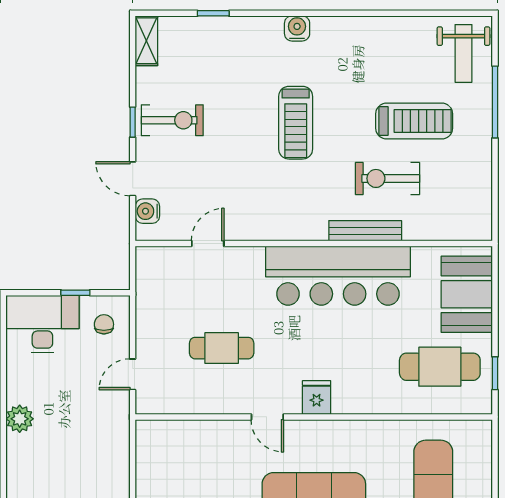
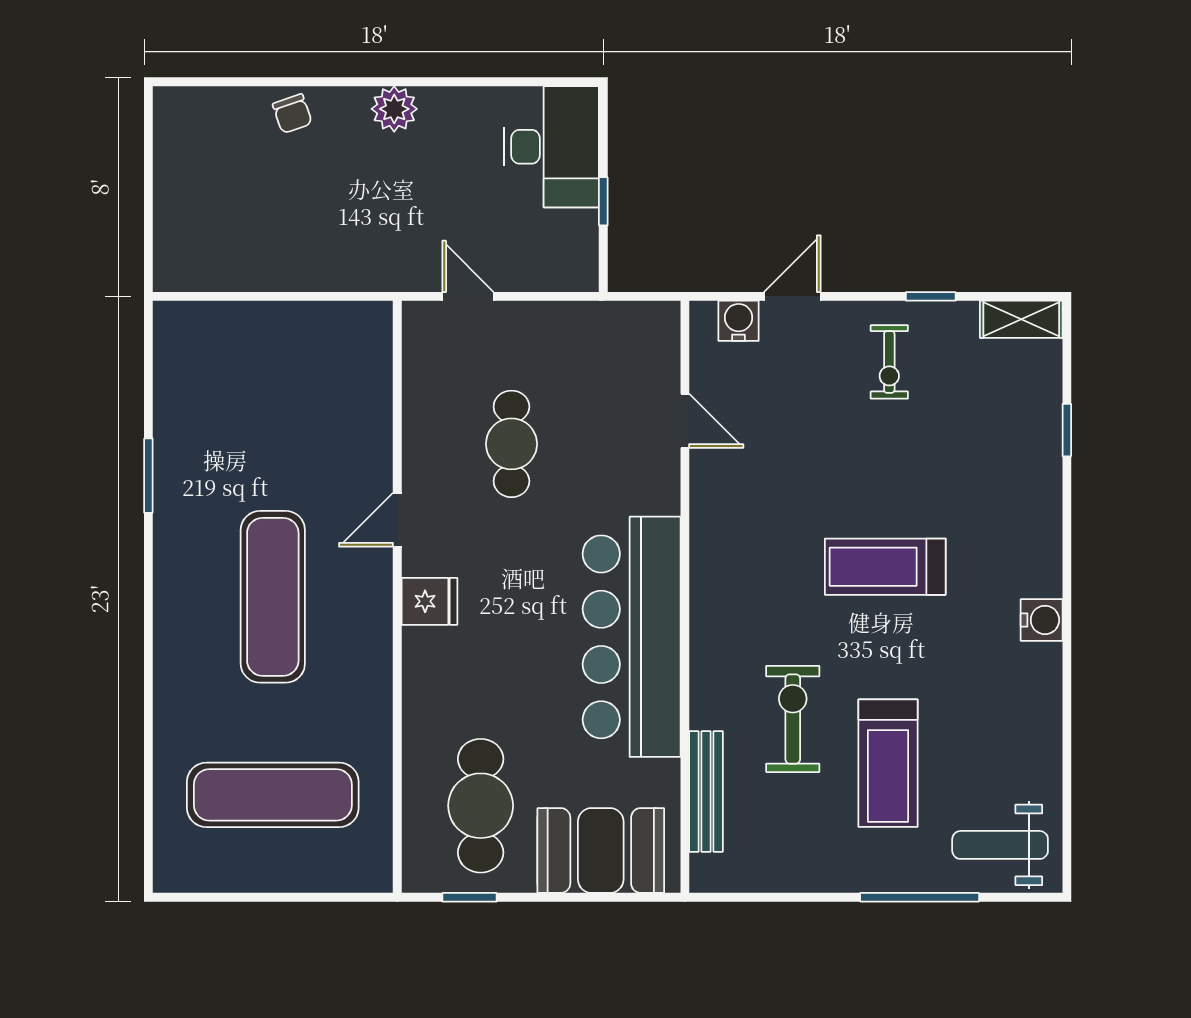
water cooler: (297, 28) -> (1042, 620), moved
exercise bike: (172, 120) -> (889, 362), width x0.73, depth x0.72
window: (133, 122) -> (931, 296), moved
bench: (365, 231) -> (706, 791), moved
chair: (104, 324) -> (292, 114), moved, turned 71

